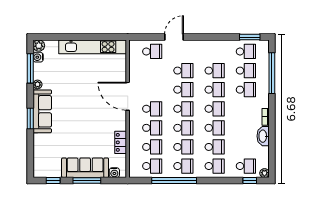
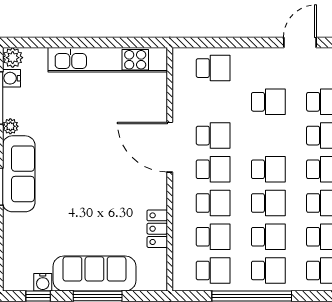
door: (174, 37) -> (300, 43), moved
school desk: (183, 90) -> (213, 136), moved
water cooler: (114, 173) -> (43, 282), moved

